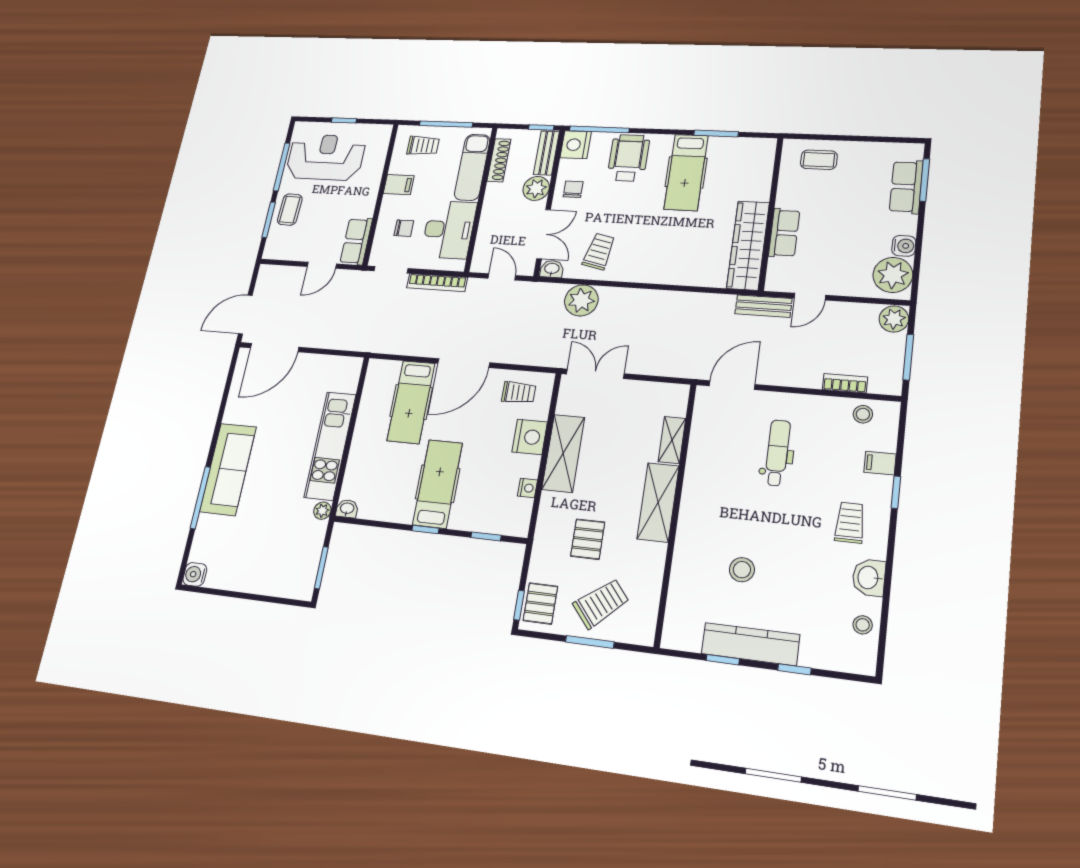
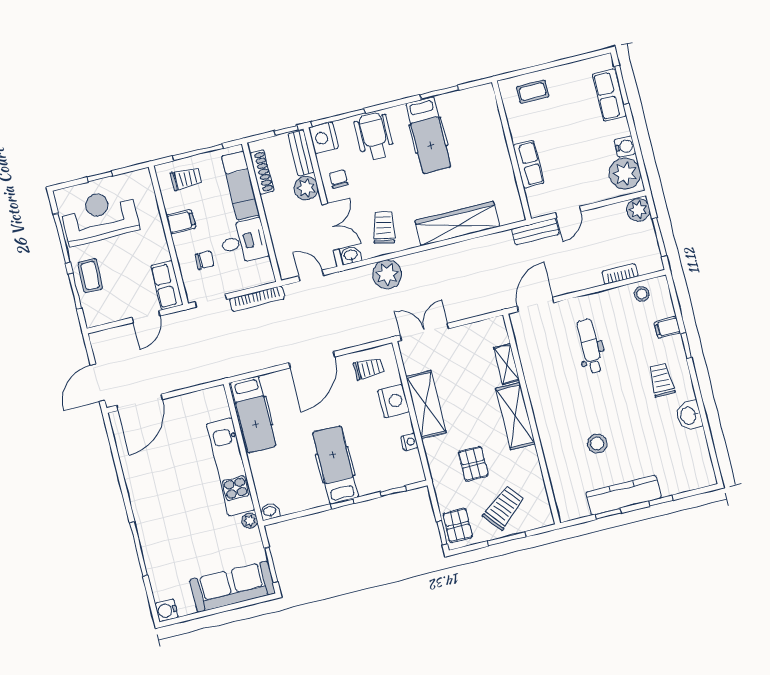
desk: (449, 230) -> (244, 241), width x0.73
wardrobe: (748, 245) -> (457, 224), moved, turned 90
hospital bed: (411, 402) -> (253, 414), moved
sofa: (228, 469) -> (233, 587), moved, turned -90
stool: (863, 625) -> (696, 451), removed

